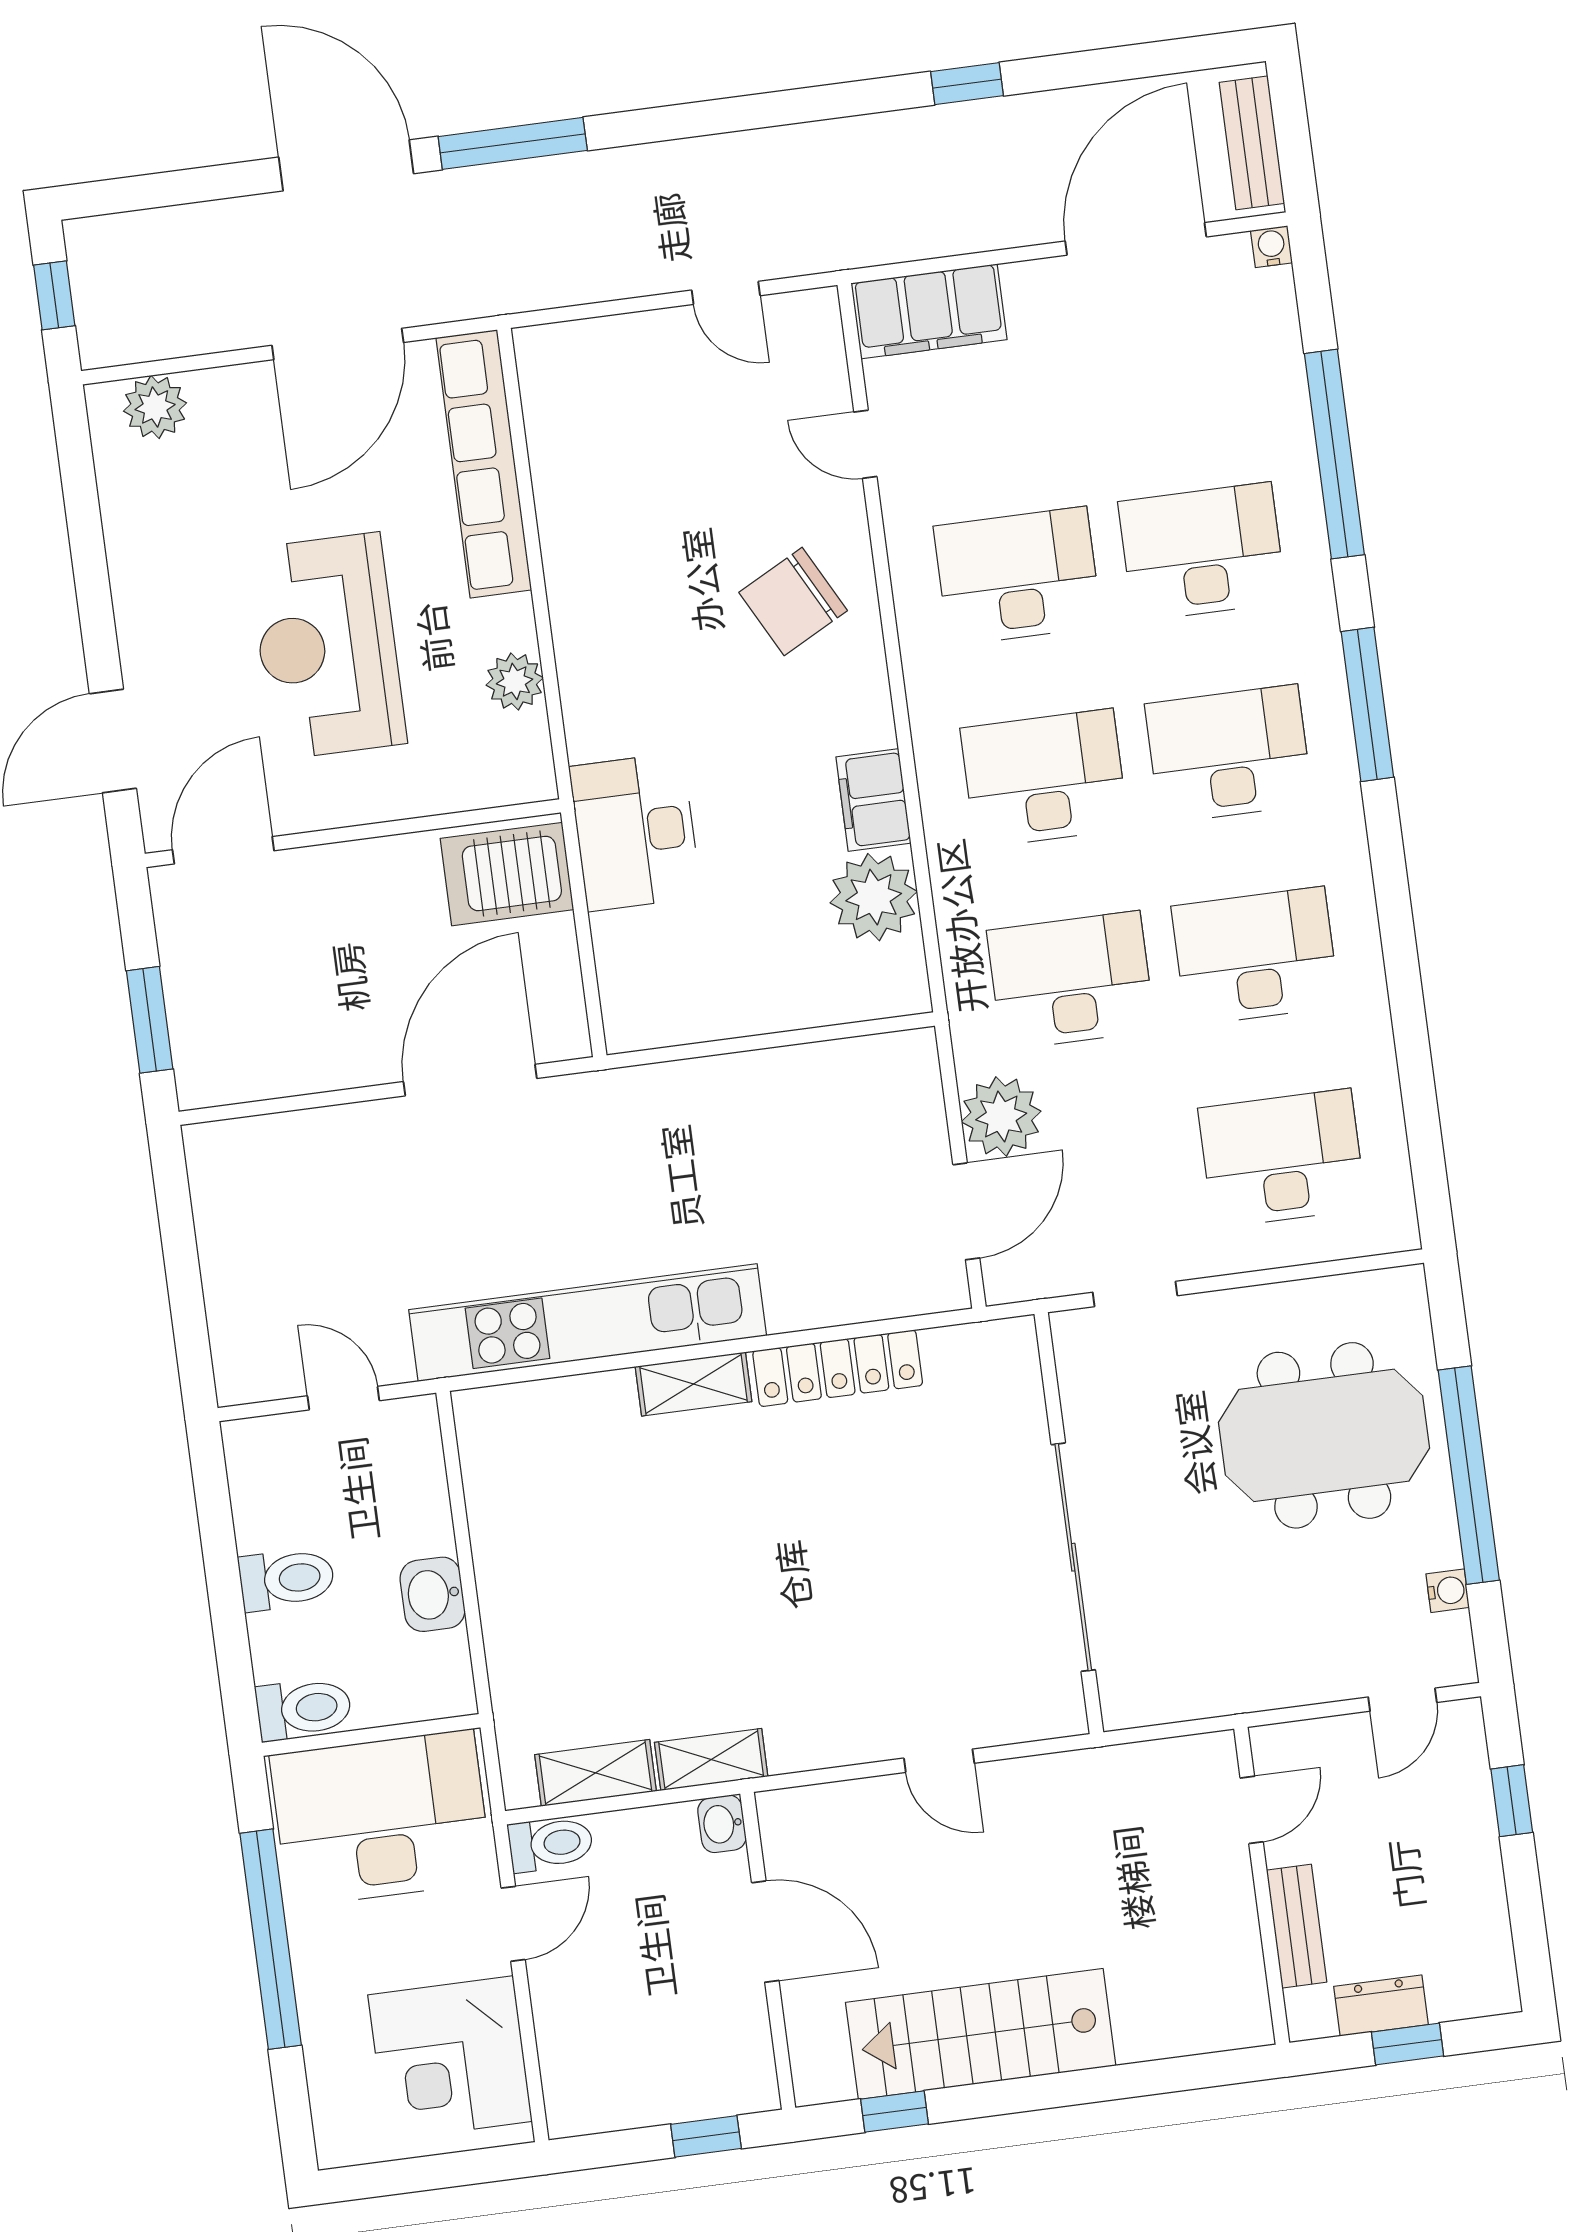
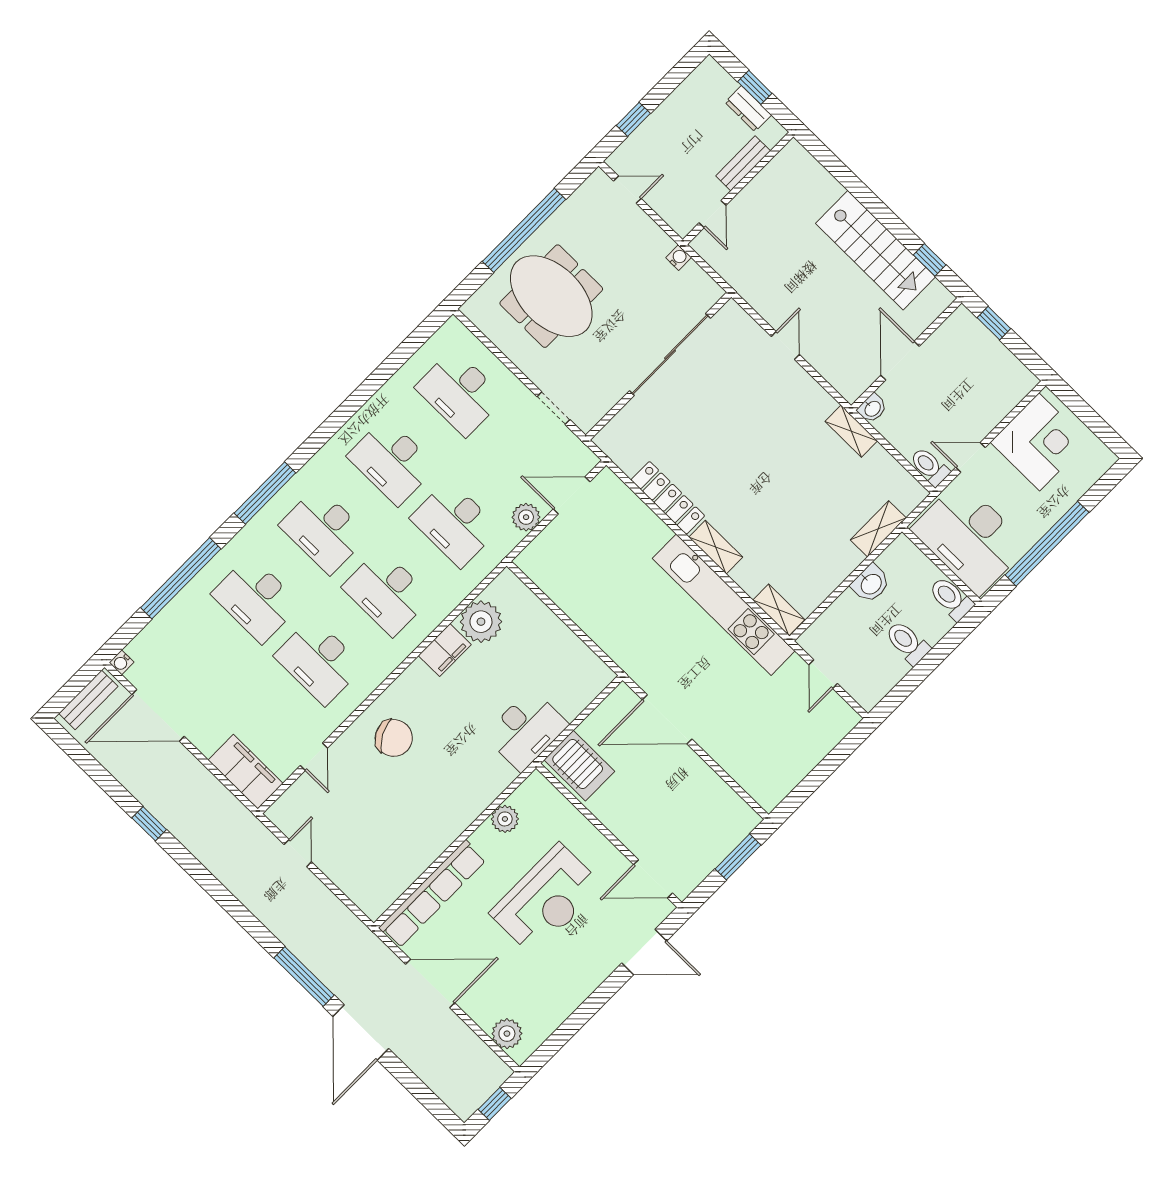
plant: (1001, 1116) -> (526, 517), width x0.73, depth x0.73
shelving: (508, 1408) -> (779, 610), added
water cooler: (1448, 1591) -> (679, 258), moved, turned 90
shelving: (595, 1773) -> (878, 529), moved, turned 90
door: (1252, 1810) -> (713, 214), swing flipped

